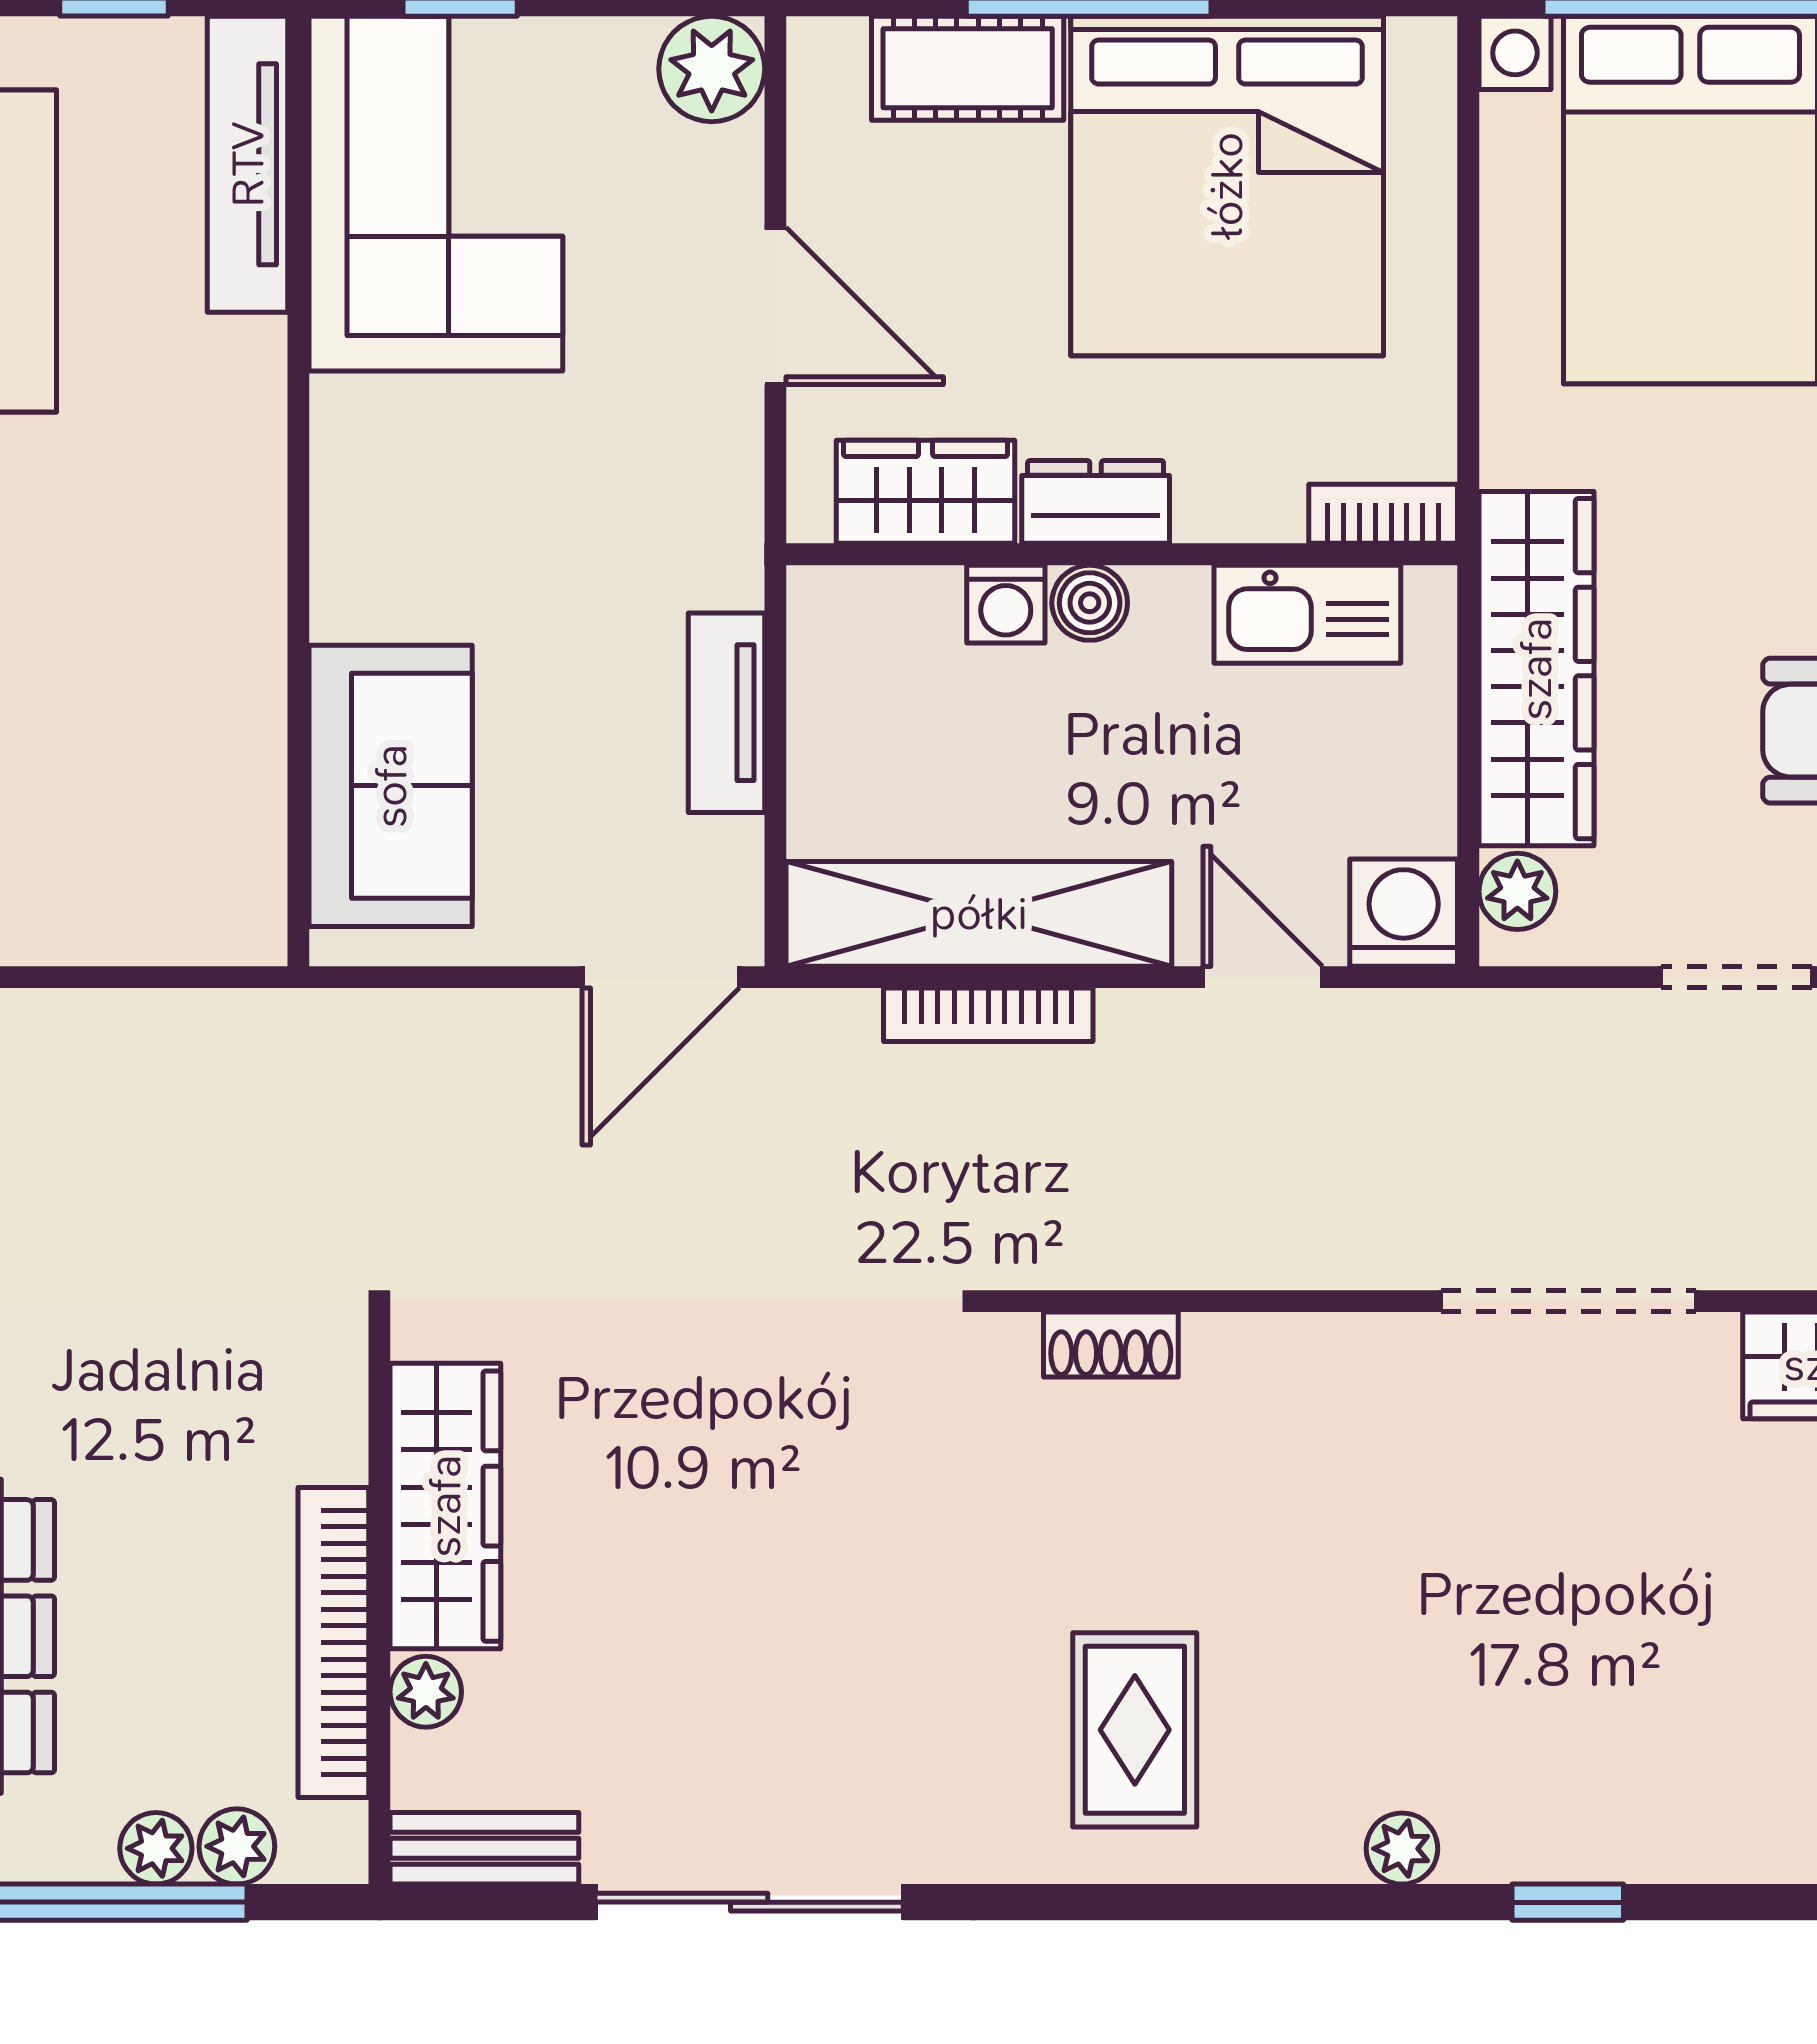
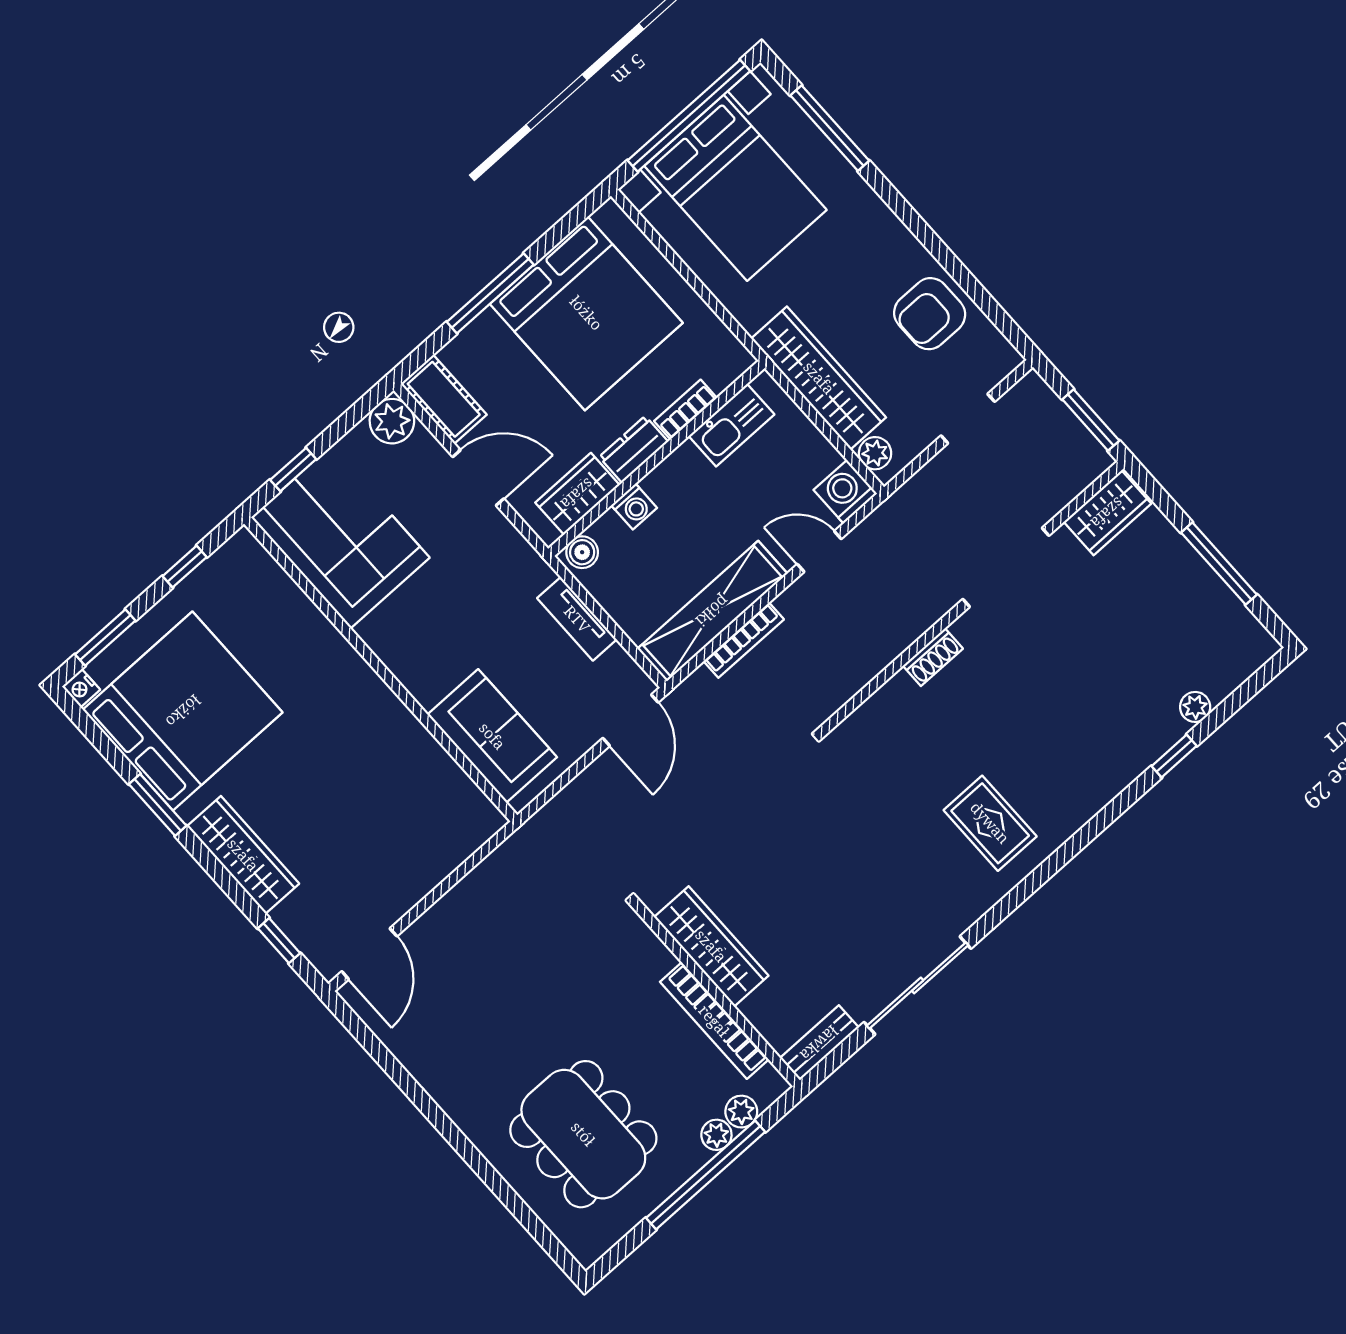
cot: (968, 68) -> (444, 399), moved, turned 90
tv unit: (248, 164) -> (273, 581), removed
bookcase: (1383, 514) -> (686, 410), moved
boiler: (1090, 603) -> (582, 552), moved
shoe rack: (1111, 1345) -> (933, 657), moved
plant: (426, 1692) -> (757, 1010), removed
plant: (1402, 1849) -> (1195, 707), moved

